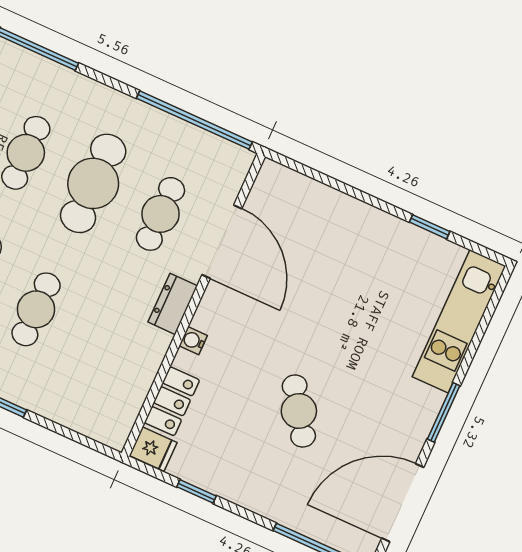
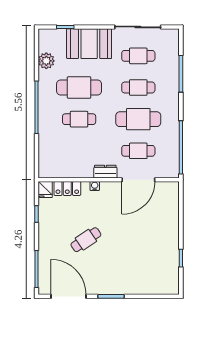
kitchen unit: (459, 321) -> (149, 286), removed

